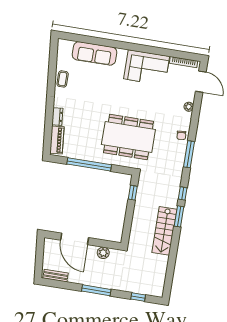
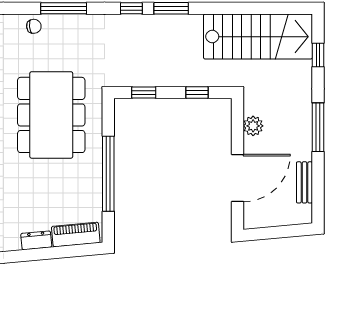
window: (128, 224) -> (197, 93), added
stairs: (164, 231) -> (258, 37), moved, width x1.36, depth x1.51
bench: (56, 276) -> (304, 182), moved

